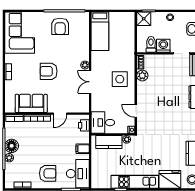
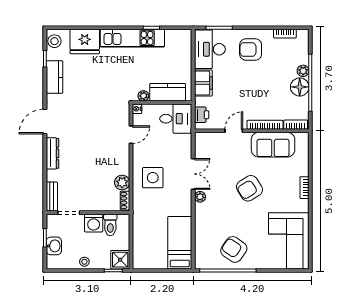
armchair: (60, 26) -> (234, 249), turned -55
armchair: (49, 71) -> (249, 188), turned 148
door: (136, 111) -> (131, 135), hinge flipped
filing cabinet: (83, 149) -> (203, 83), width x2.00

